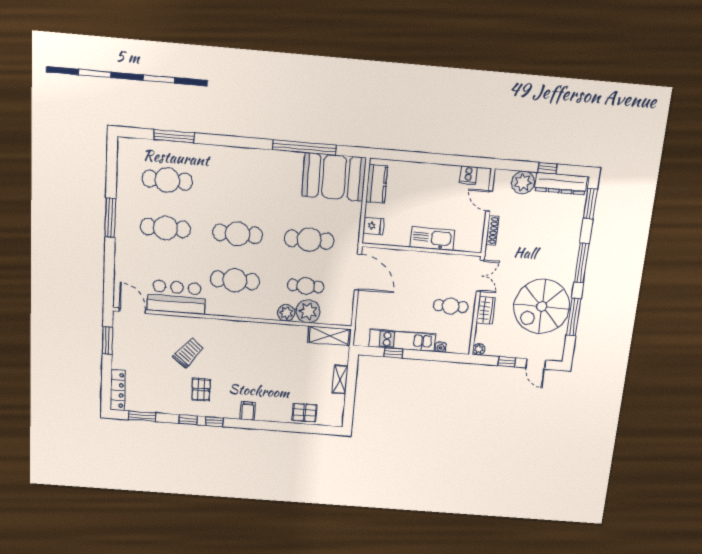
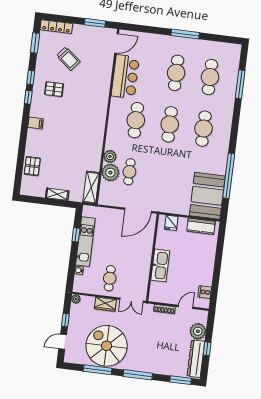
cafe table: (309, 240) -> (204, 129), moved
trolley: (188, 353) -> (68, 59), moved

